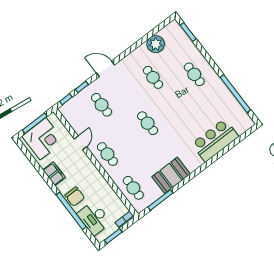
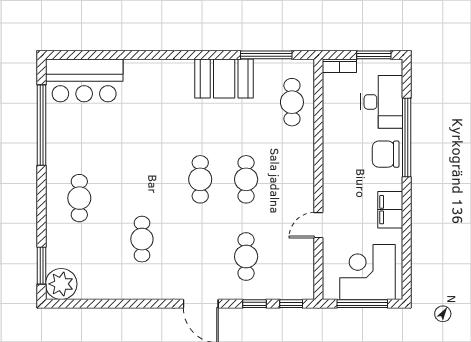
plant: (156, 44) -> (61, 284), moved
bar counter: (215, 140) -> (84, 80), moved
cafe table: (107, 154) -> (246, 179), moved
chair: (75, 197) -> (386, 154), turned -90

